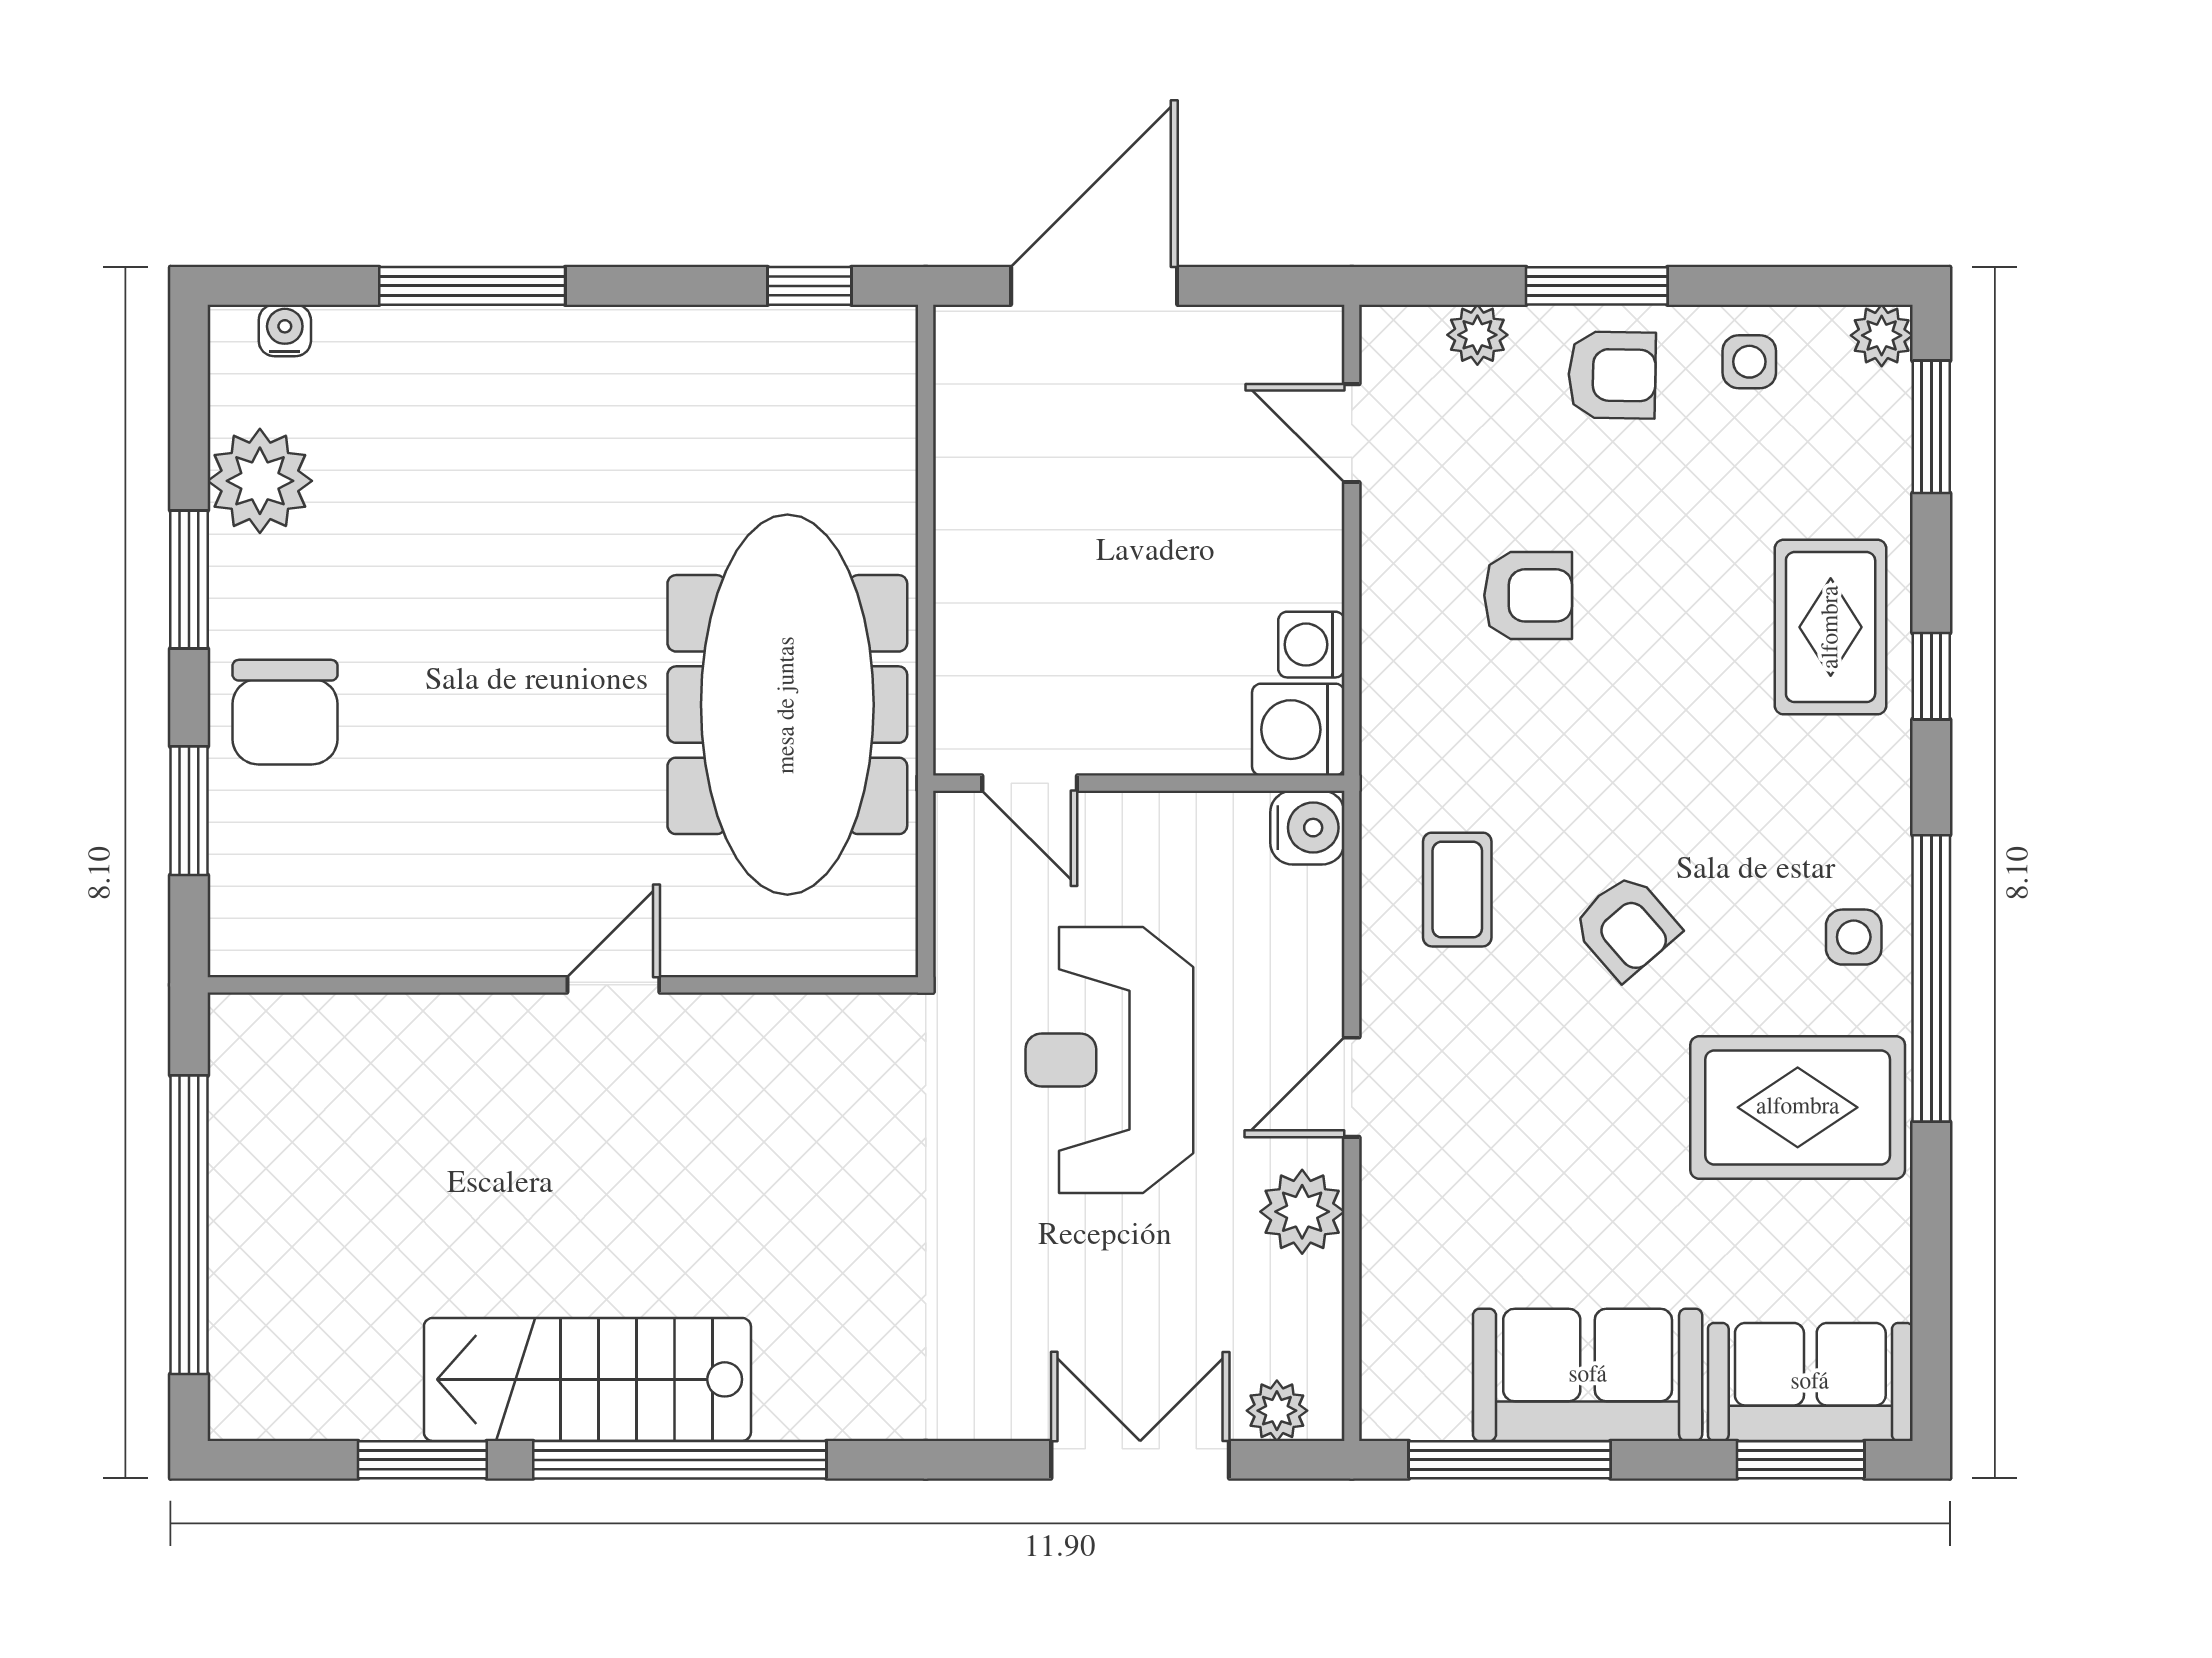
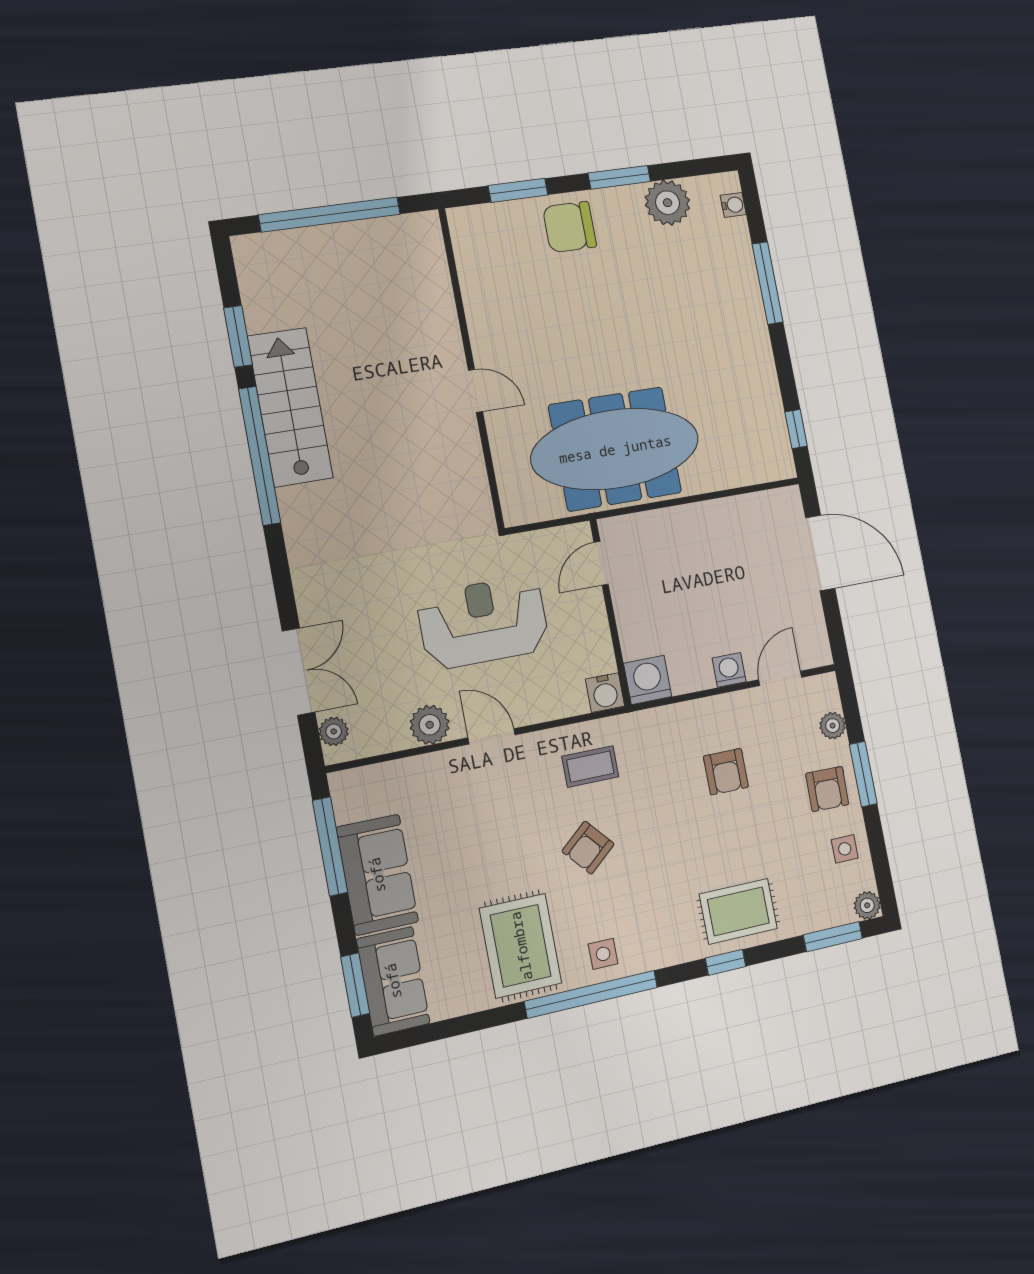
washing machine: (1311, 645) -> (729, 670), moved

